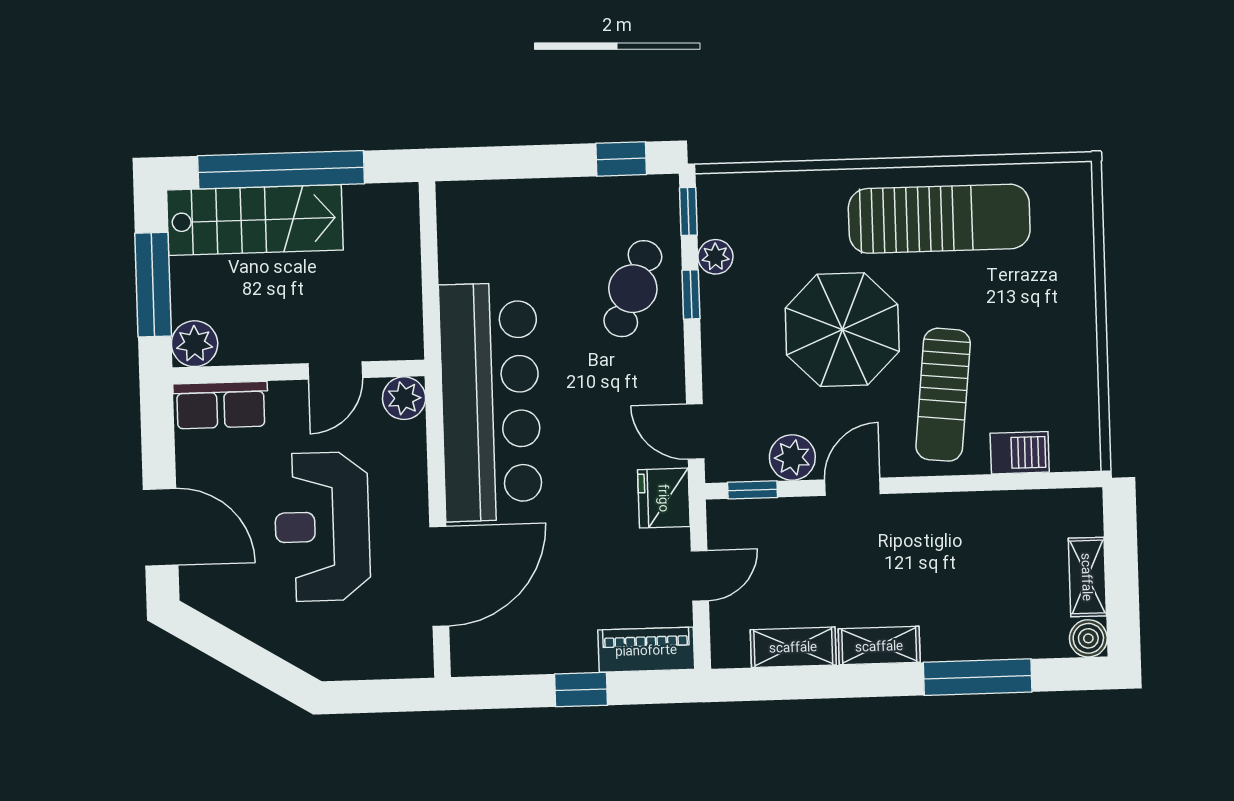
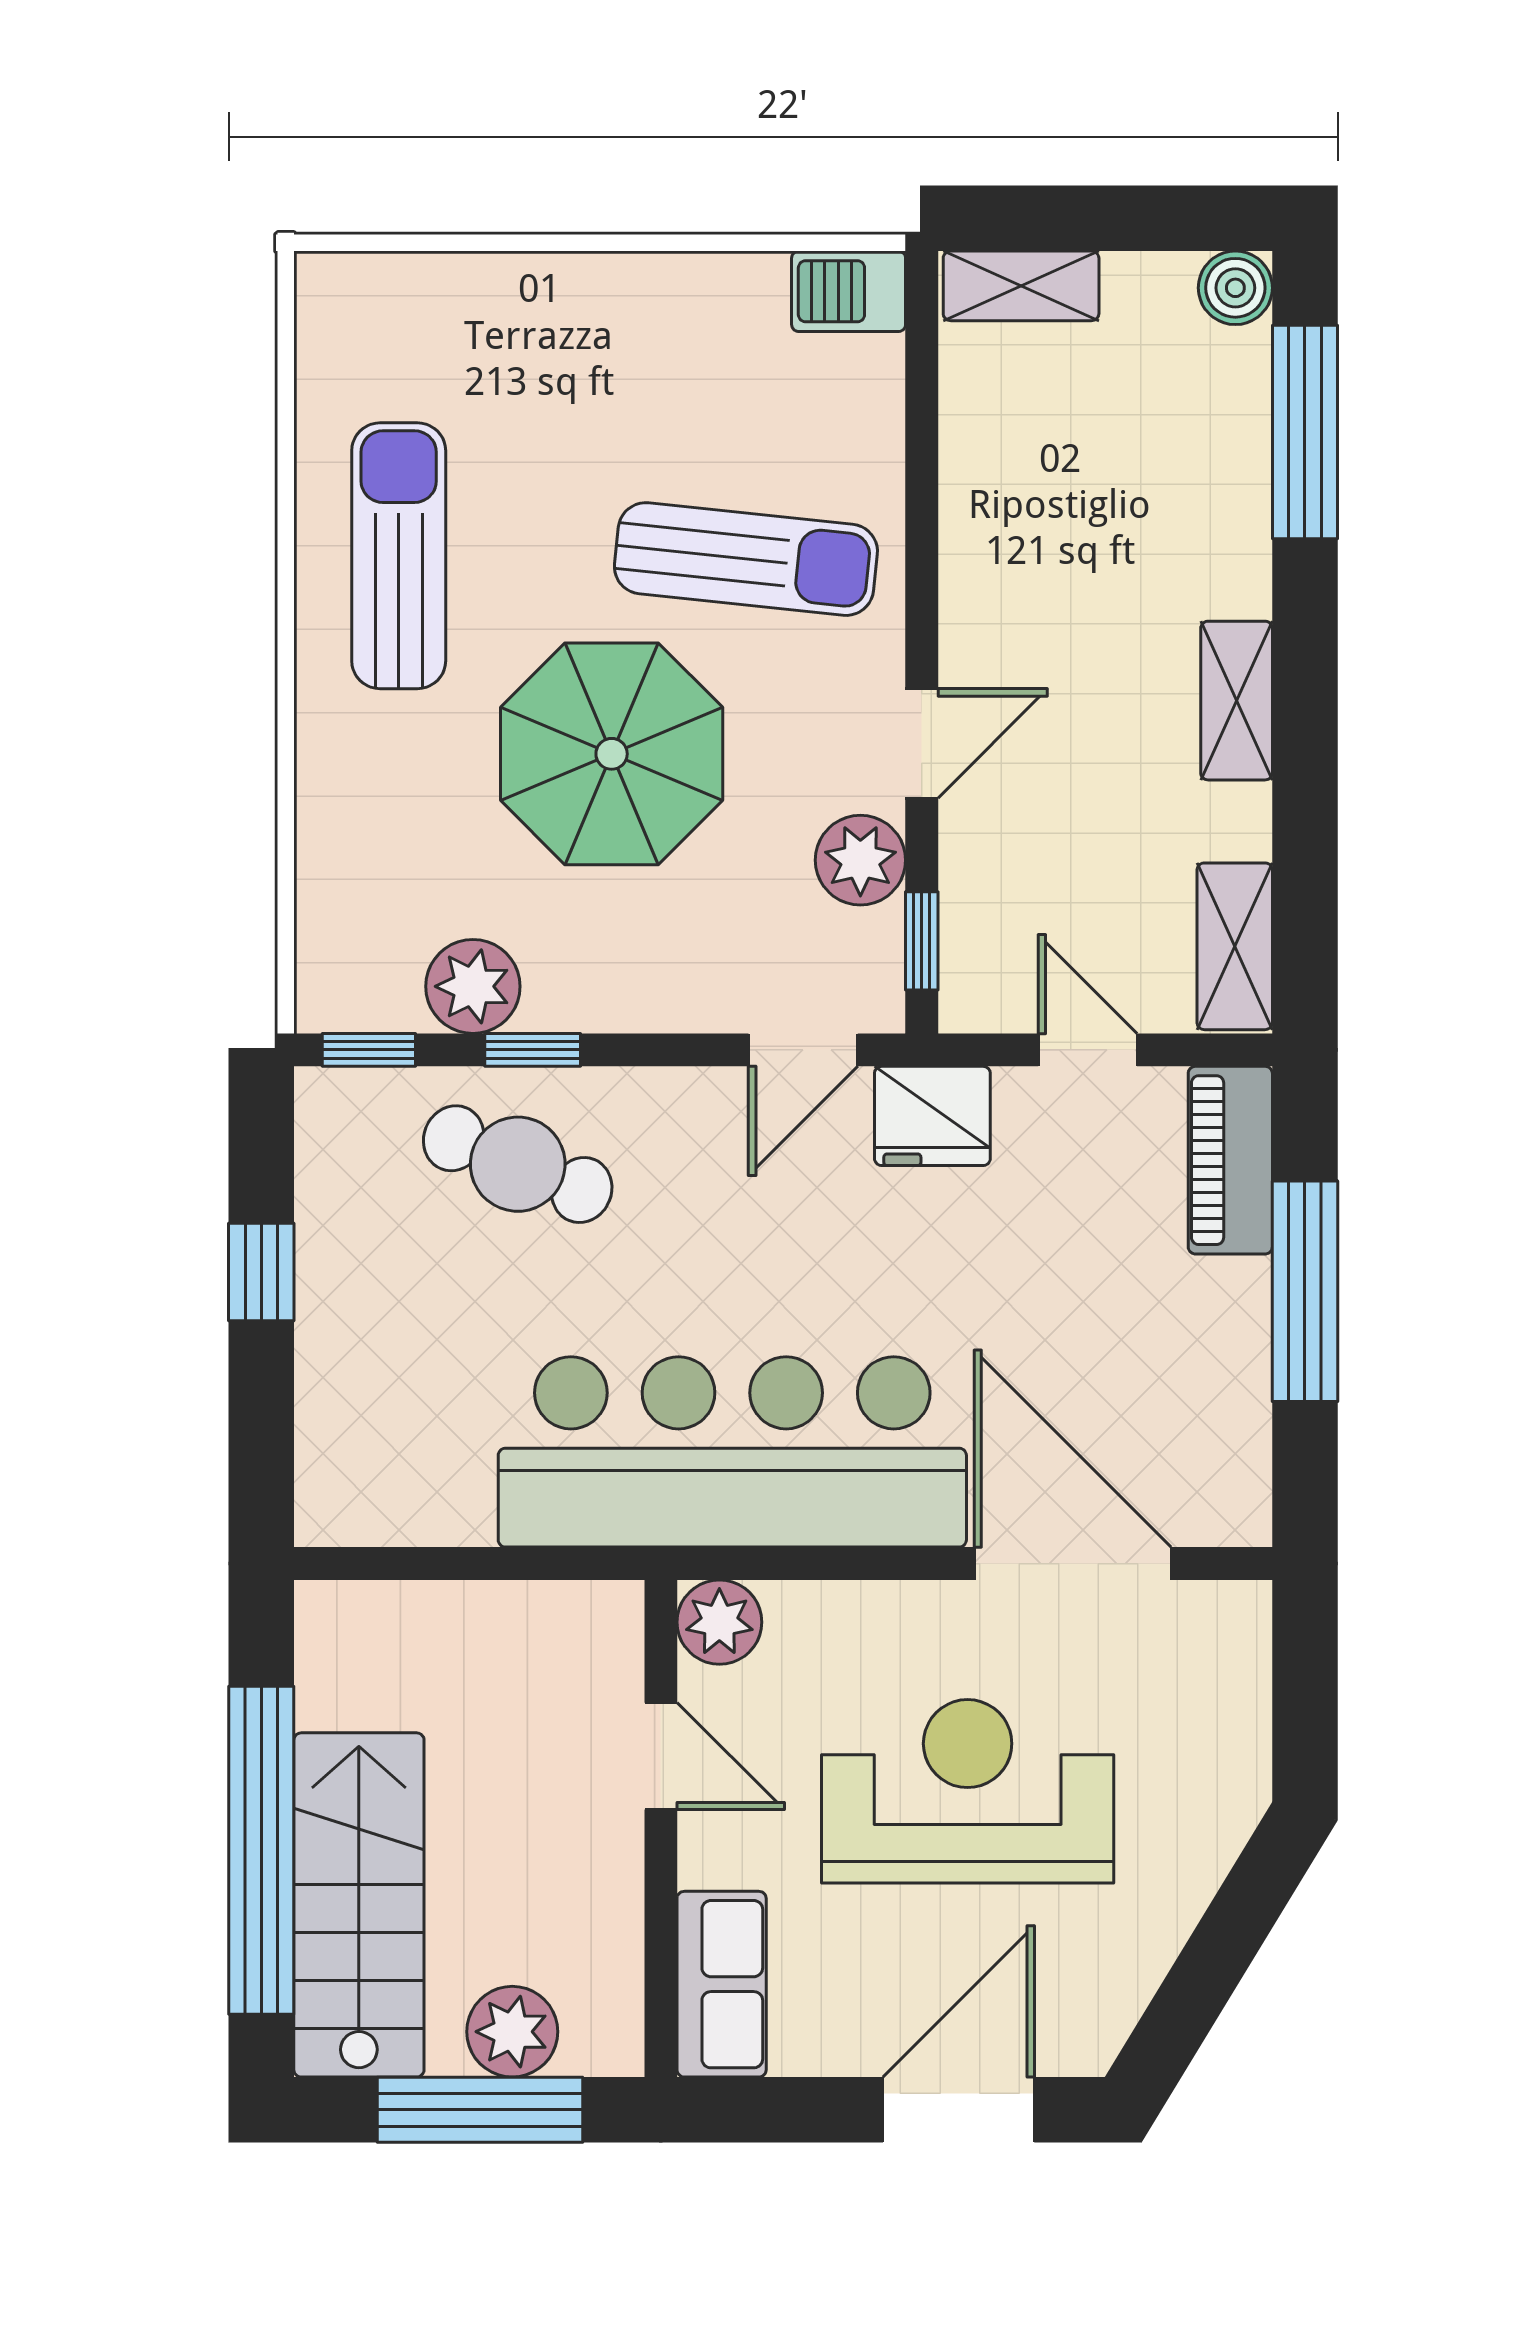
window: (621, 159) -> (261, 1272), moved
sun lounger: (939, 219) -> (399, 556), width x0.73, depth x0.75
plant: (715, 257) -> (473, 986), width x1.38, depth x1.38
plant: (195, 344) -> (512, 2032), moved
barbecue: (1020, 453) -> (849, 291), moved, turned -90
door: (852, 487) -> (922, 743), swing flipped
reception desk: (322, 527) -> (968, 1791), turned 180
shelving: (1087, 577) -> (1021, 286), moved
shelving: (793, 647) -> (1235, 946), moved
window: (978, 677) -> (1305, 432), moved
window: (581, 690) -> (1305, 1291), width x2.17

